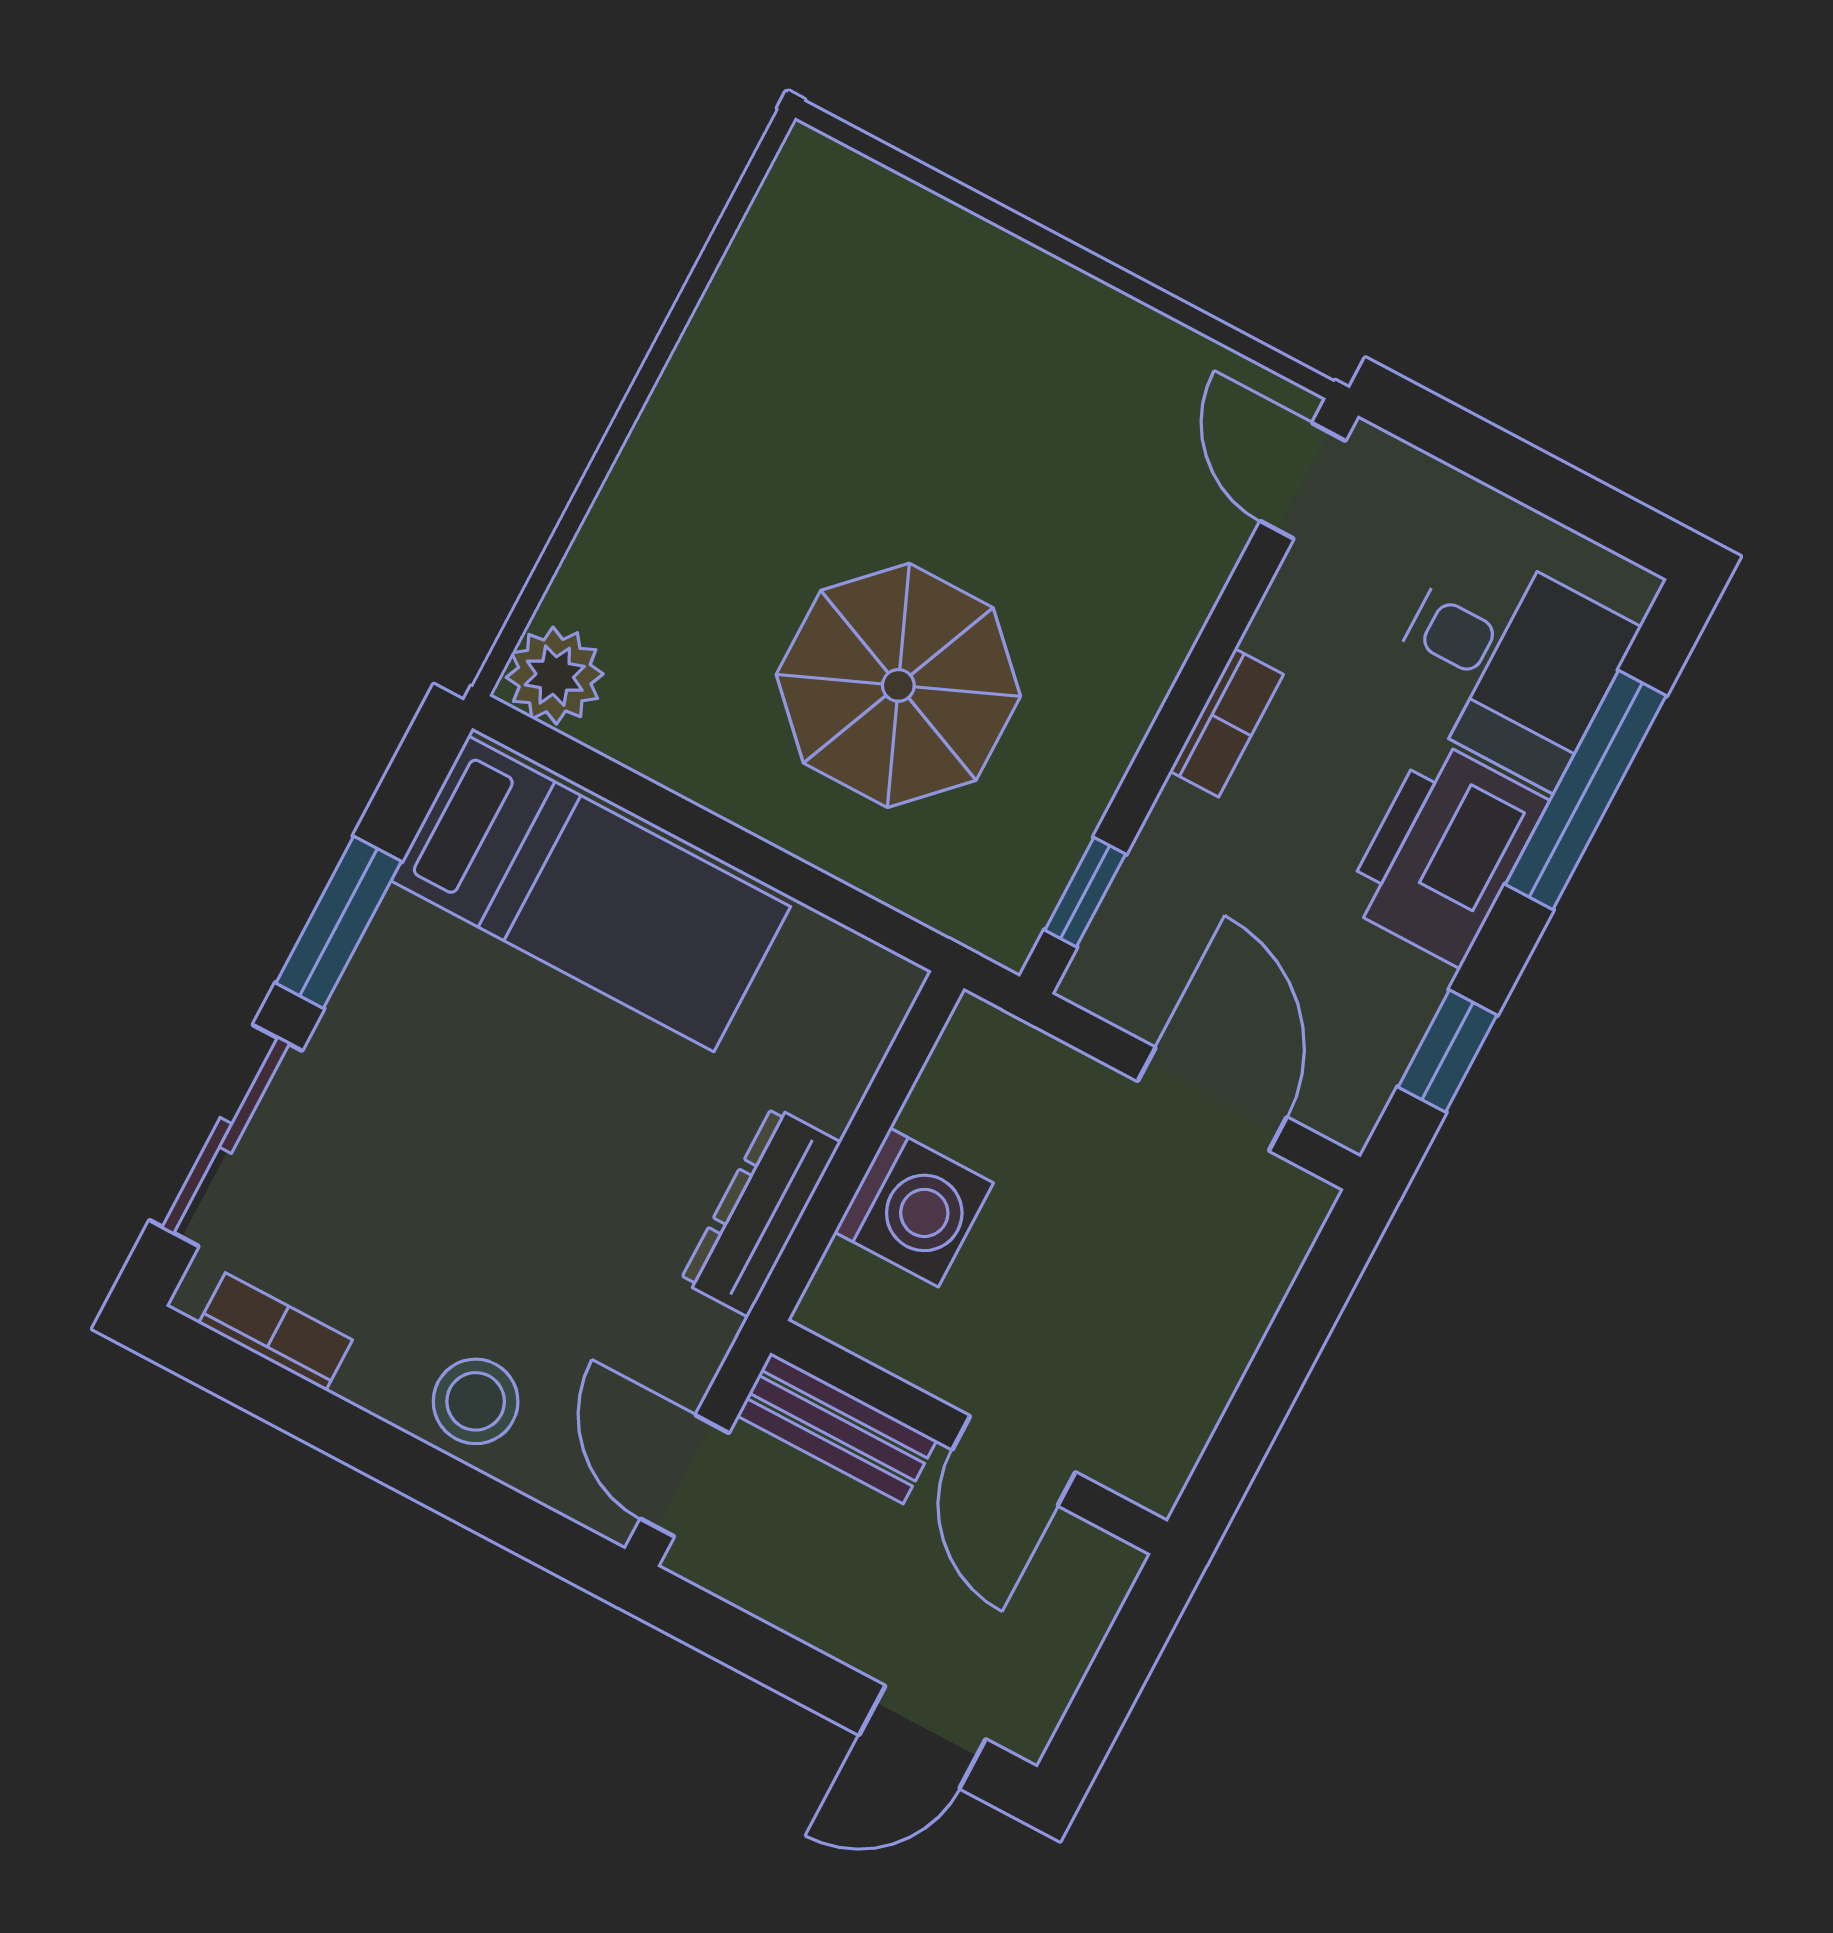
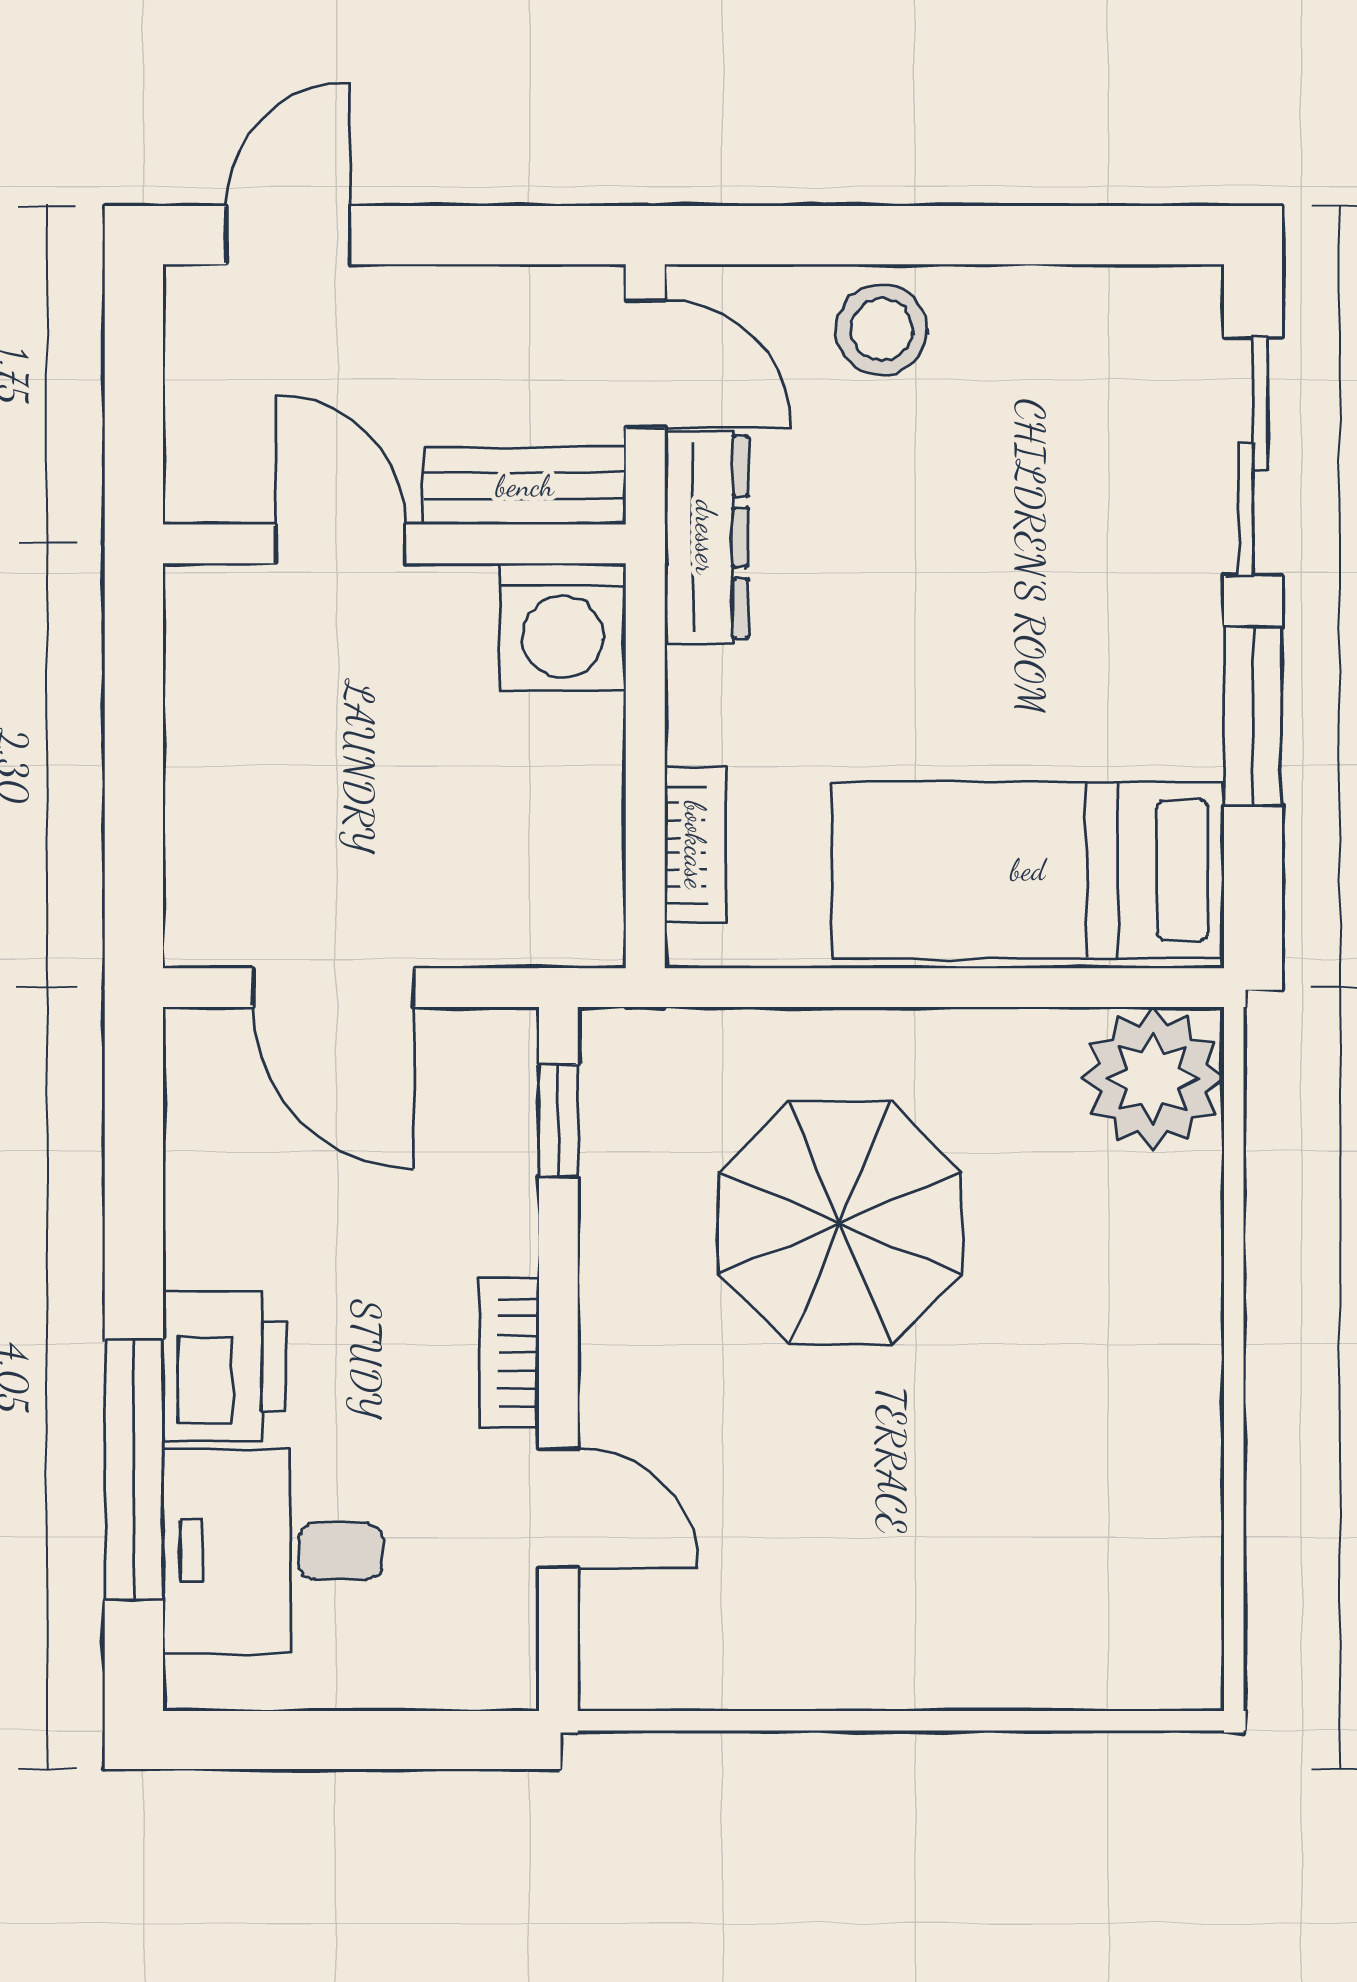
door: (1303, 481) -> (558, 1508), moved
plant: (555, 676) -> (1153, 1078), width x1.36, depth x1.36
printer: (1445, 853) -> (225, 1367), width x0.73, depth x0.84
window: (1447, 1051) -> (134, 1152), removed
washing machine: (914, 1207) -> (563, 627), moved, turned -90
dresser: (760, 1212) -> (706, 537), moved
bookcase: (275, 1332) -> (695, 845), moved, turned -90

